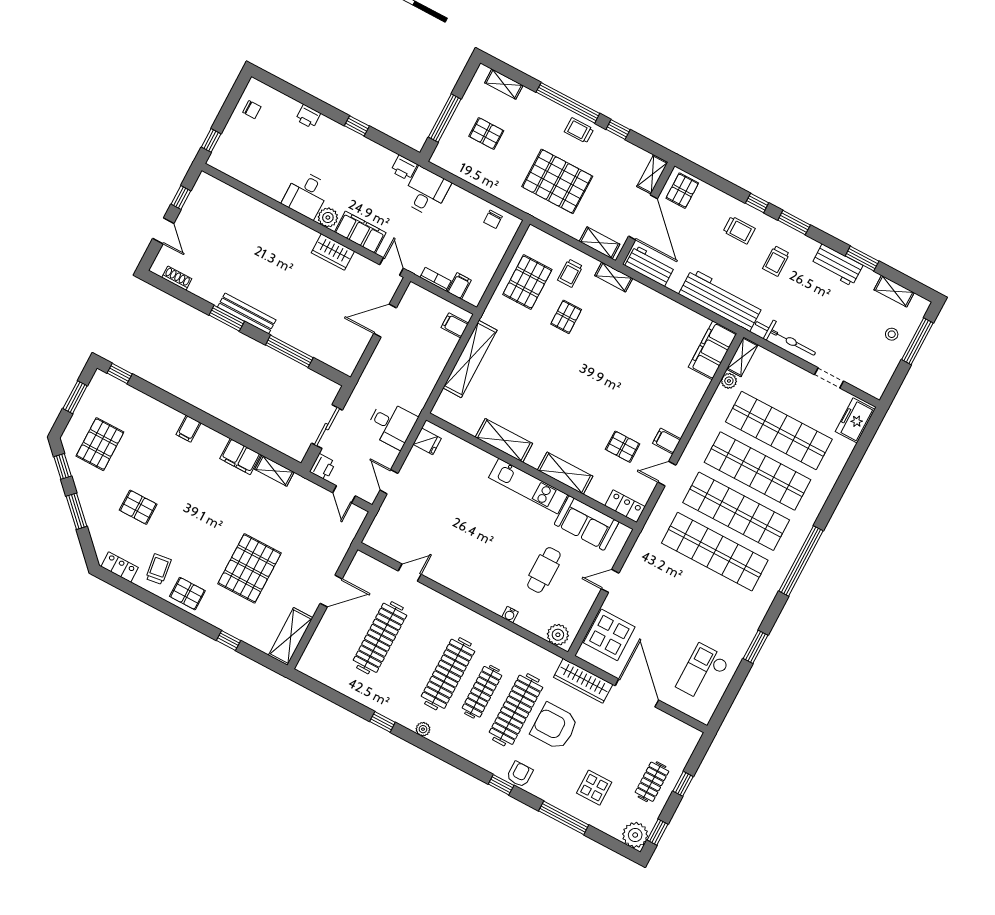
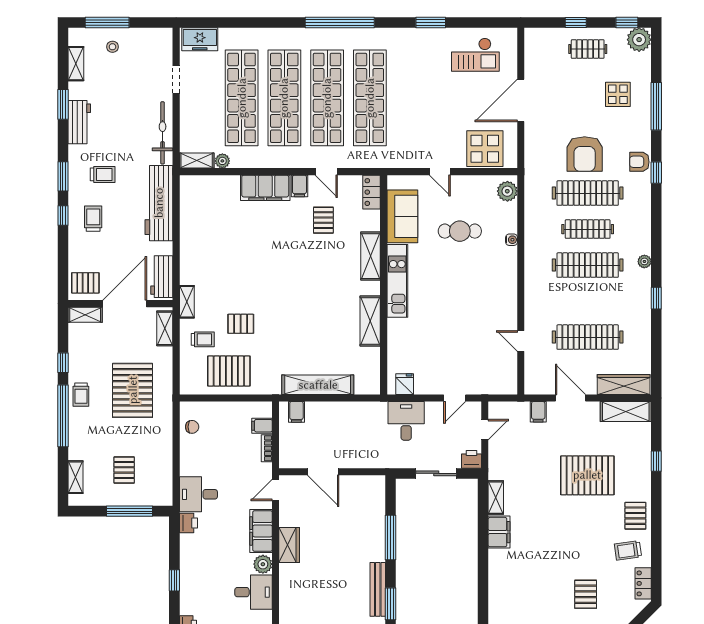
filing cabinet: (713, 350) -> (265, 188), moved
filing cabinet: (189, 429) -> (538, 412), moved, turned 90
wardrobe: (583, 681) -> (624, 384), moved, turned -90

